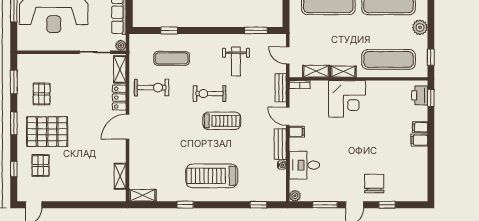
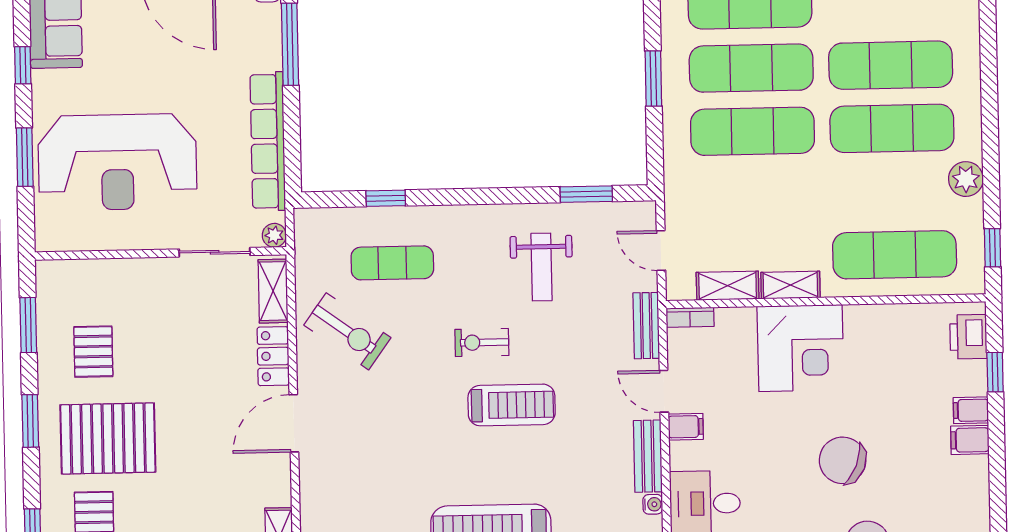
exercise bike: (152, 88) -> (347, 331), turned 36
exercise bike: (210, 94) -> (482, 342), width x0.73, depth x0.72
window: (431, 98) -> (995, 372), moved
chair: (364, 148) -> (843, 460), added

